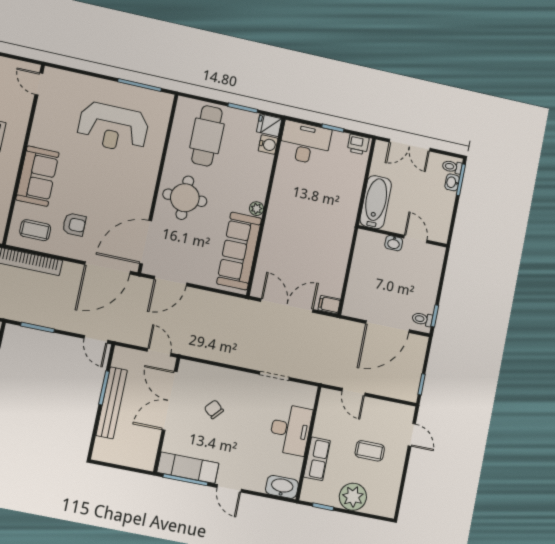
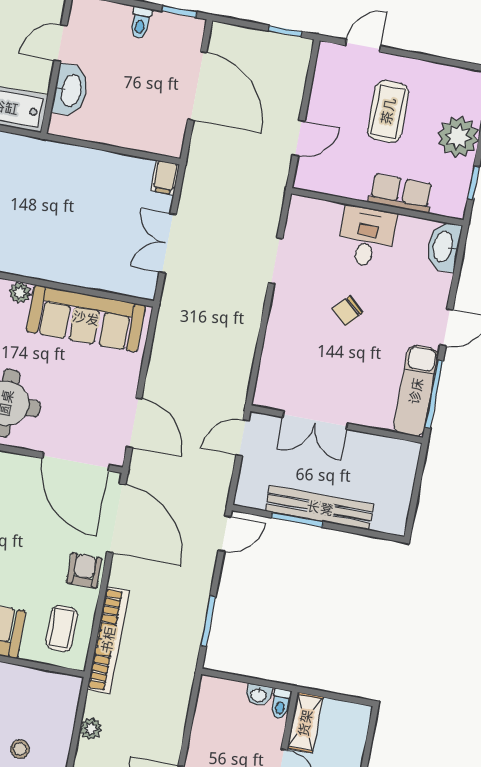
armchair: (74, 224) -> (84, 571), moved
washbasin: (394, 243) -> (70, 90), width x1.91, depth x1.45
double door: (287, 305) -> (168, 243), width x0.73
toilet: (422, 319) -> (141, 23), moved
double door: (170, 401) -> (315, 420), width x0.73
chair: (214, 409) -> (348, 311), moved
desk: (290, 430) -> (367, 237), width x0.73
coffee table: (370, 451) -> (388, 111), width x1.36, depth x1.30

